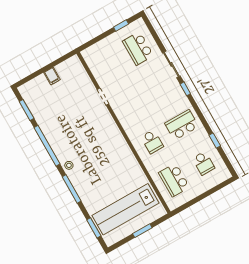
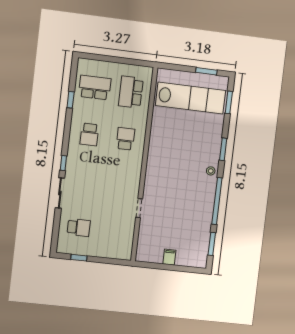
school desk: (138, 48) -> (79, 228), width x0.54
school desk: (182, 125) -> (89, 134), width x0.54
school desk: (204, 163) -> (95, 88), width x1.85
school desk: (174, 180) -> (131, 92), turned 180
window: (72, 189) -> (223, 149), width x0.69
window: (142, 231) -> (206, 71), moved

